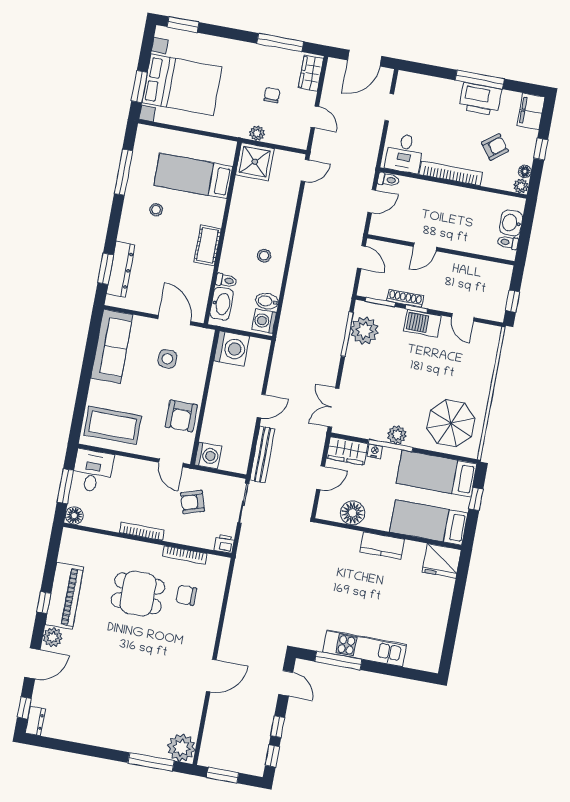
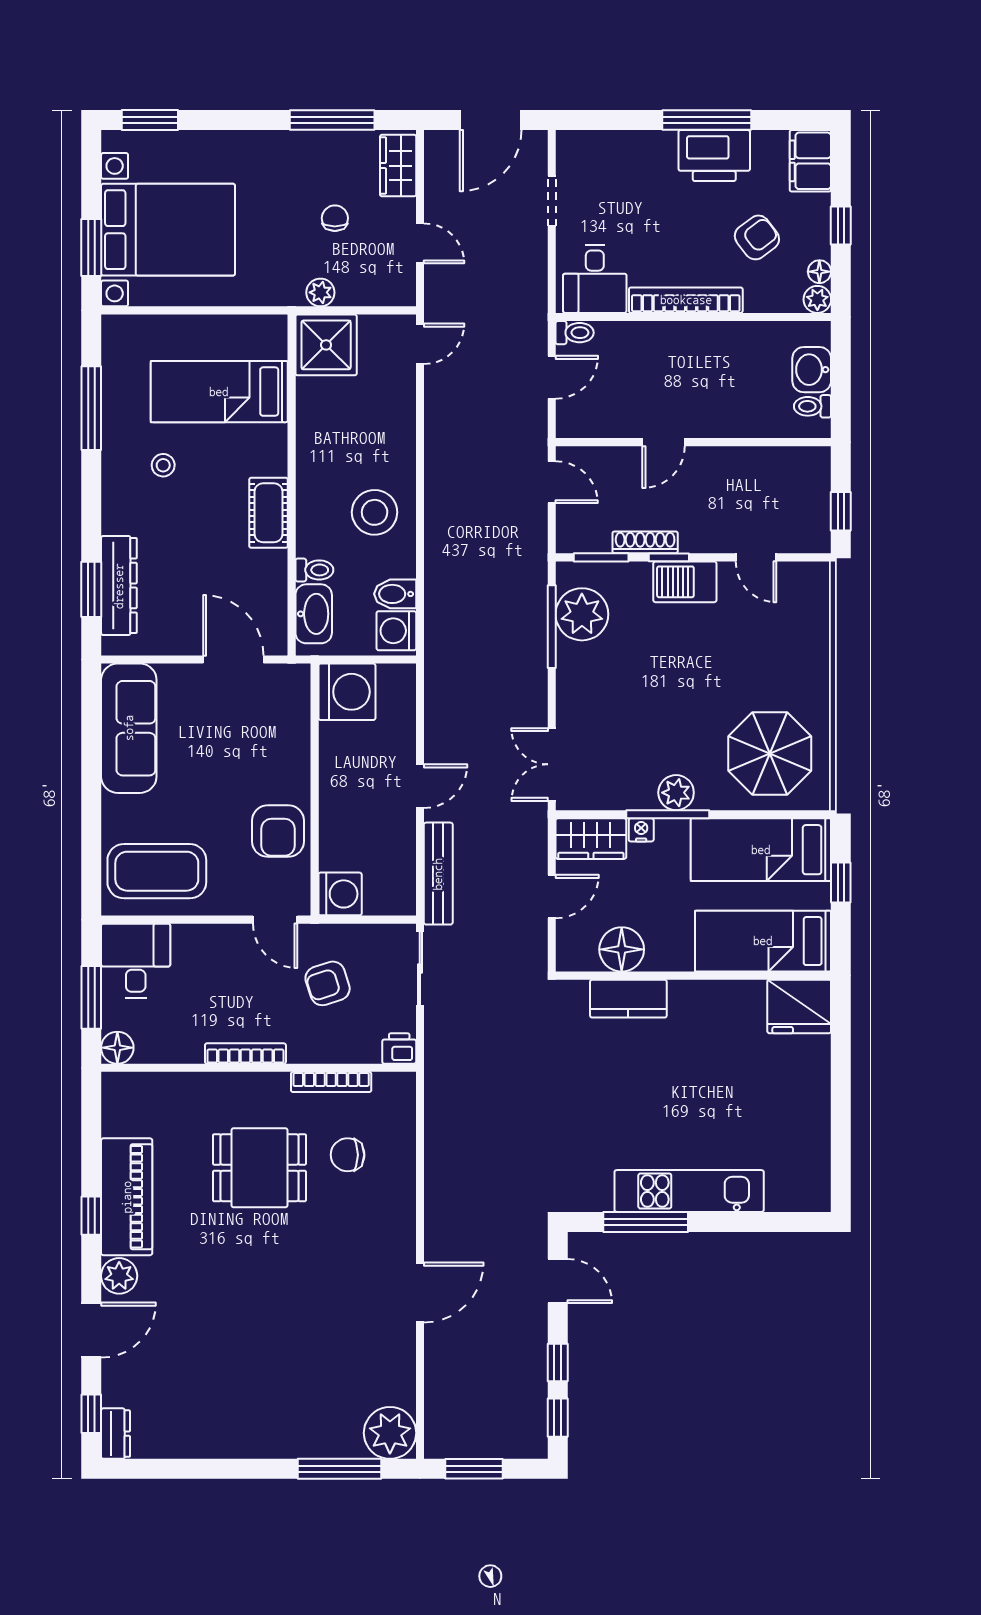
stool: (264, 256) -> (375, 512), width x1.89, depth x1.89
side table: (167, 359) -> (234, 732), removed
kitchen counter: (382, 546) -> (628, 999), moved

